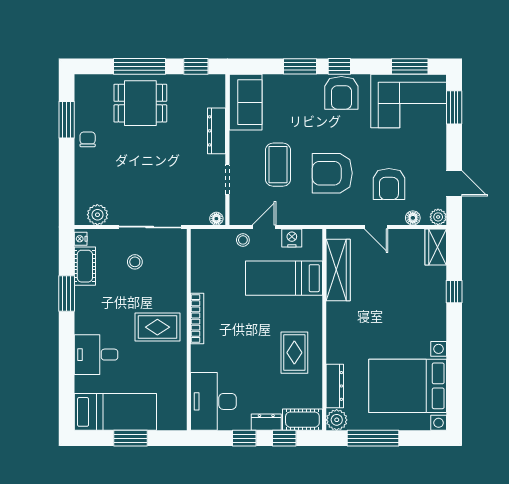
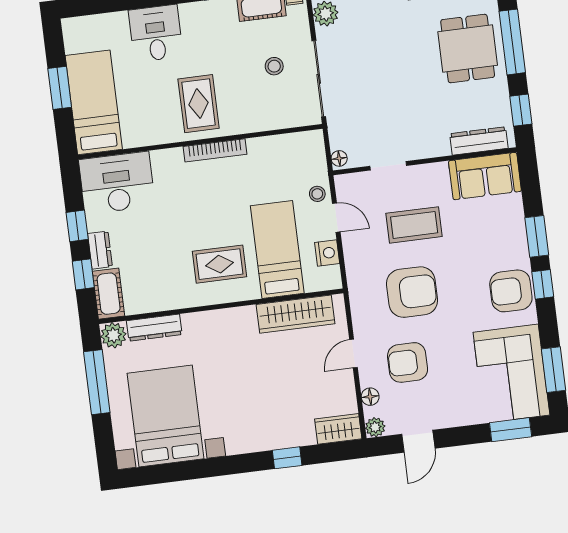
dresser: (217, 131) -> (479, 141), moved
armchair: (332, 173) -> (412, 292), turned 90
rug: (294, 353) -> (219, 264), moved
bed: (115, 412) -> (94, 102), moved, turned 180

